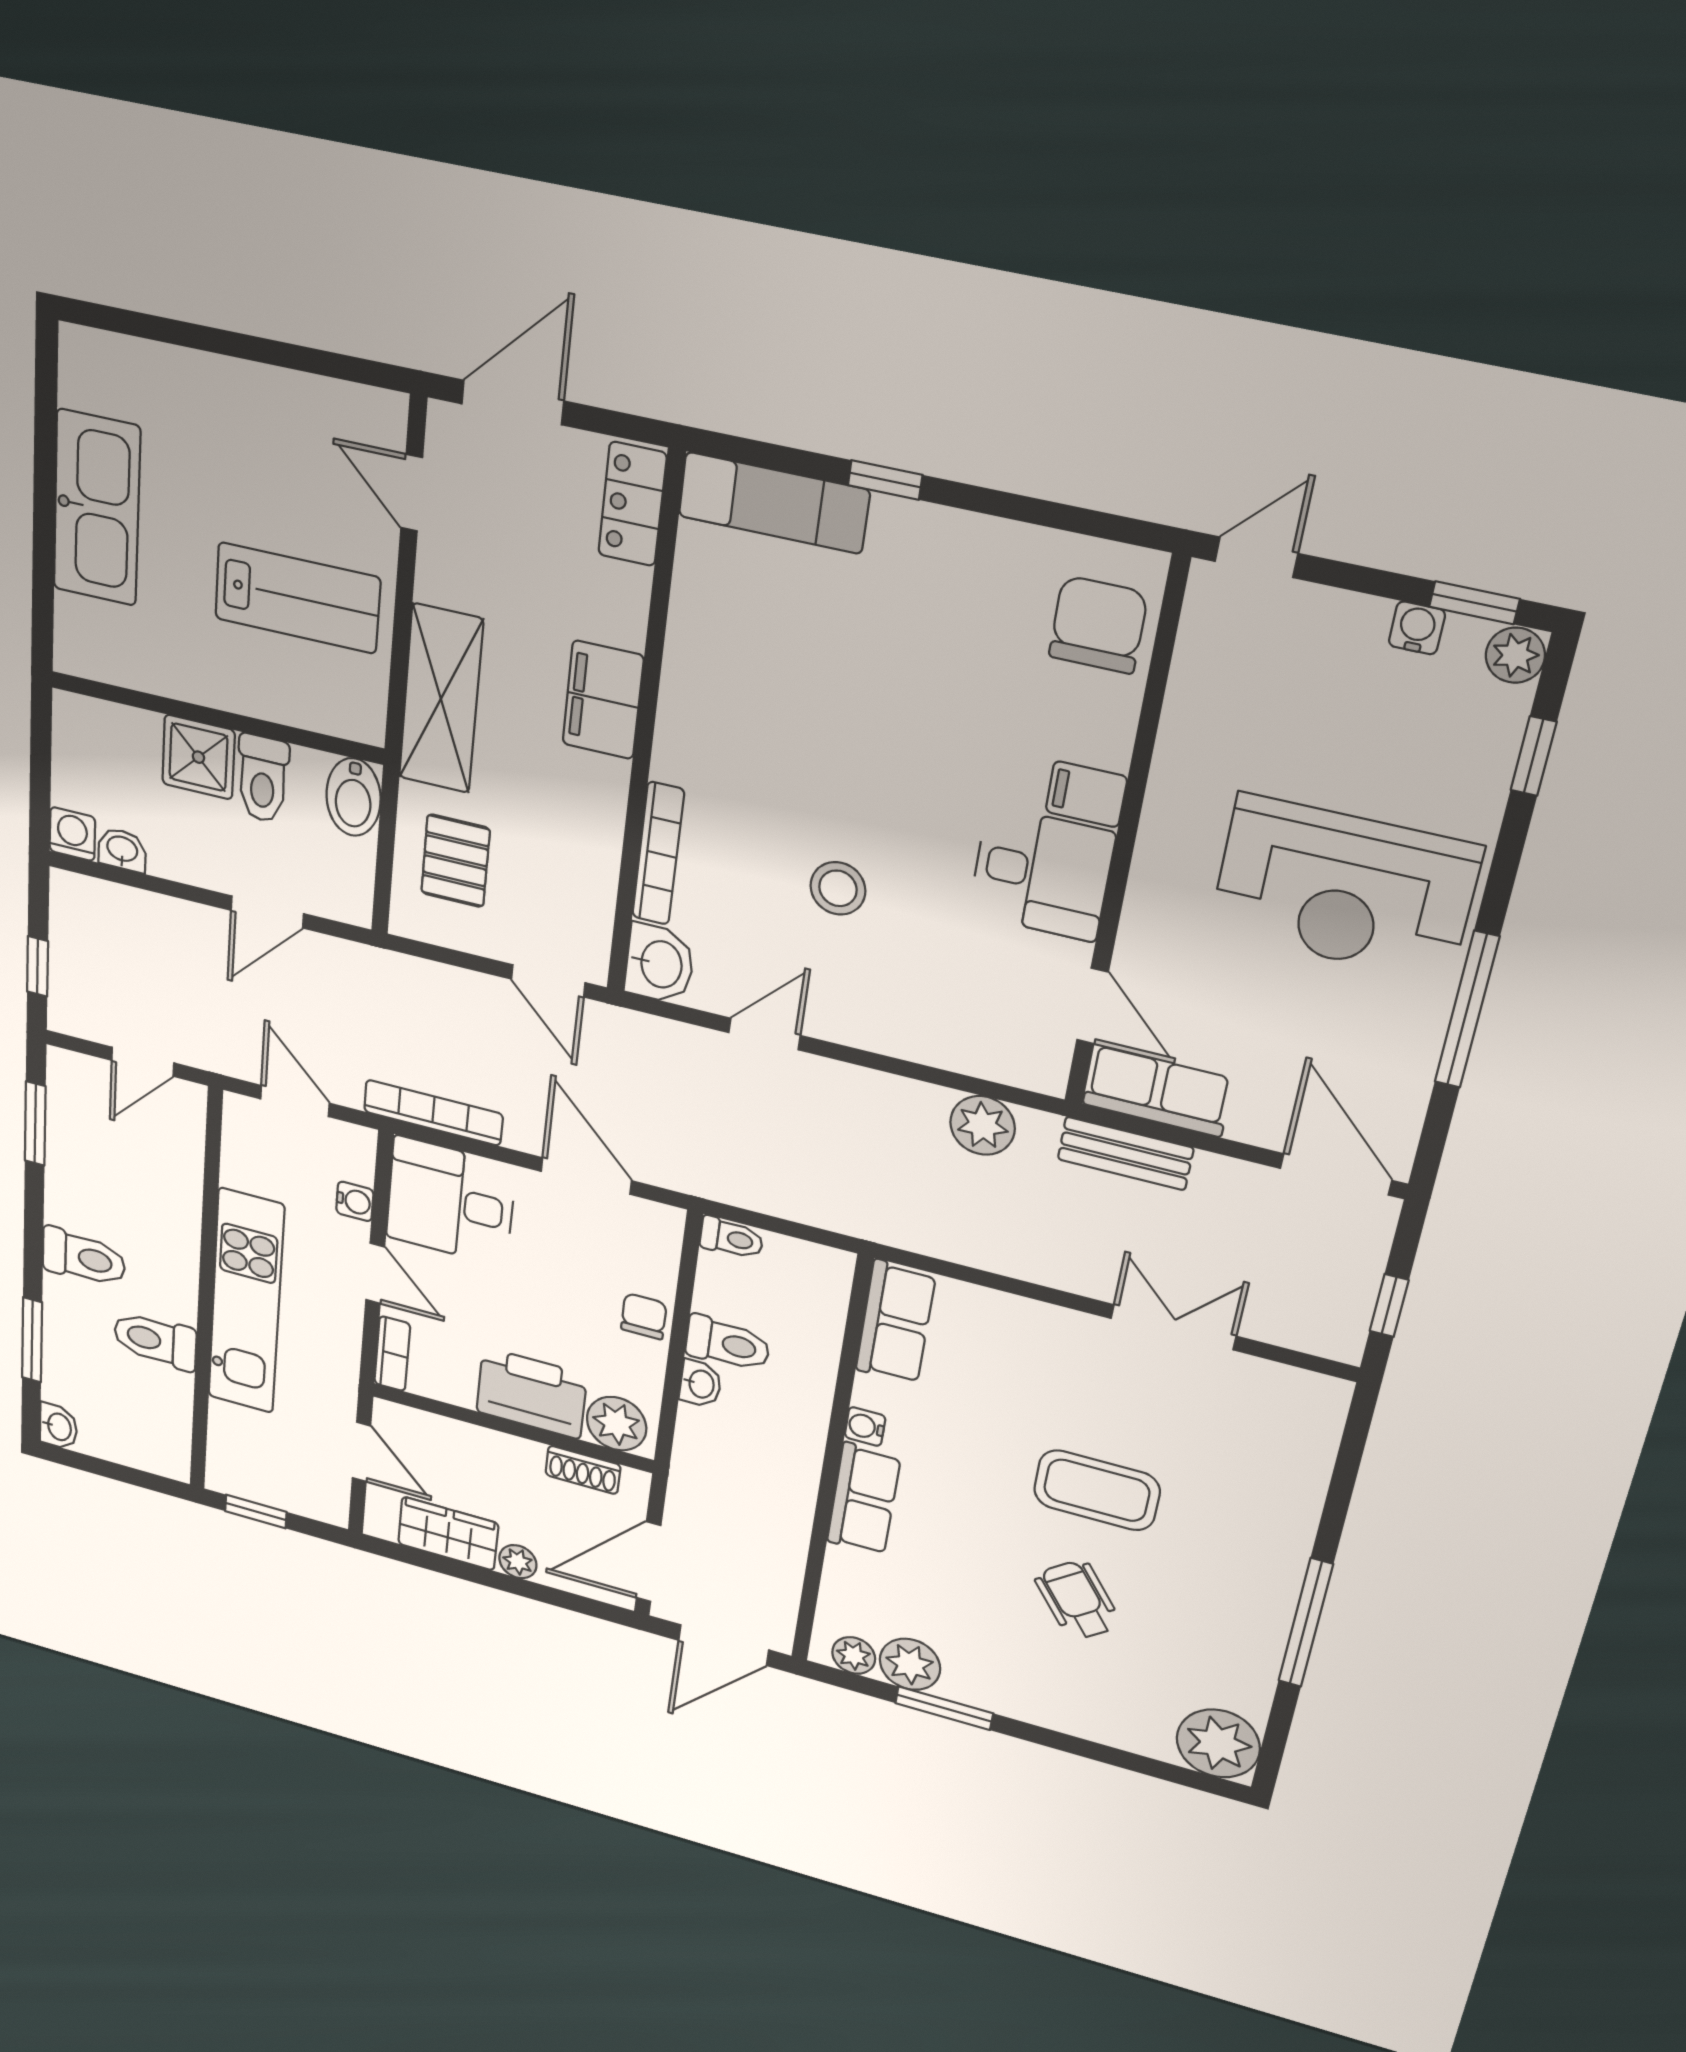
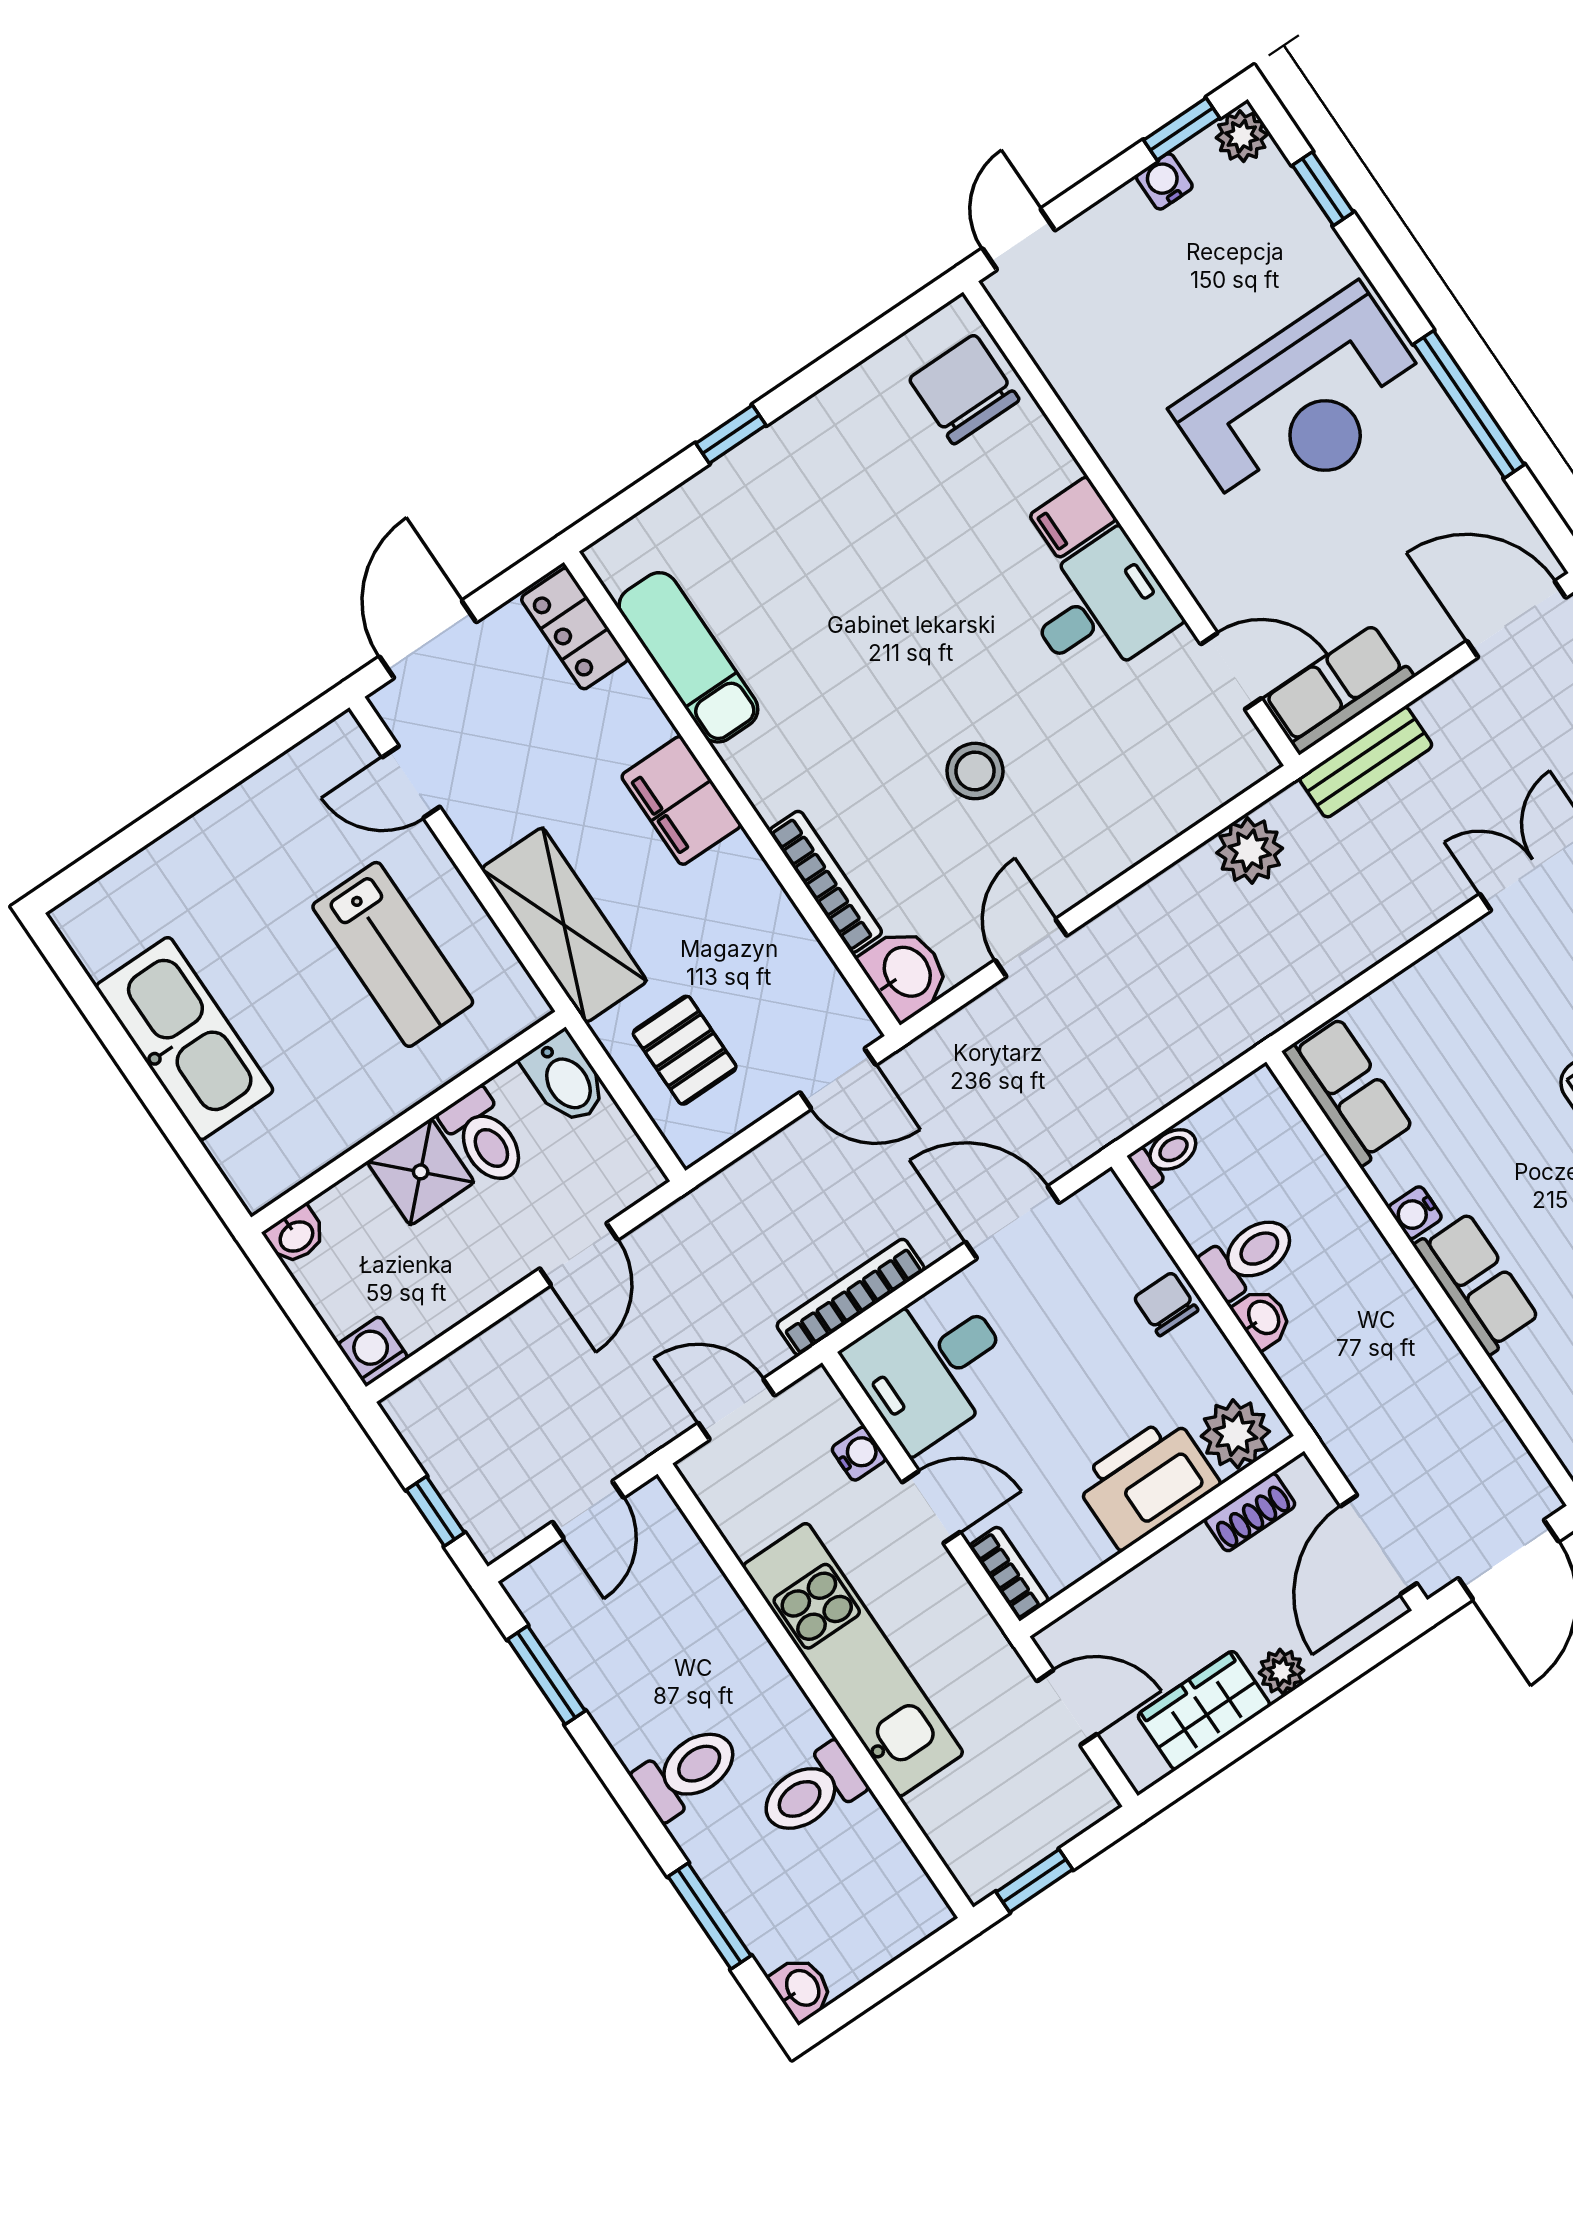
exam couch: (774, 503) -> (688, 657), moved, turned -90
lab bench: (297, 598) -> (393, 954), turned 90
washbasin: (122, 850) -> (296, 1235), moved, turned 180

